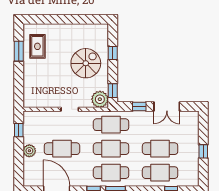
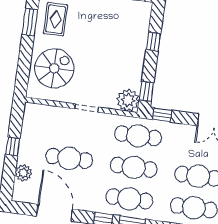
spiral stairs: (86, 63) -> (54, 68), moved
window: (139, 107) -> (162, 115), moved
window: (19, 130) -> (13, 147), moved
plant: (29, 151) -> (23, 173), moved

